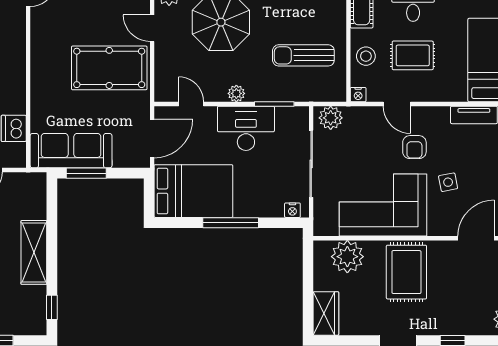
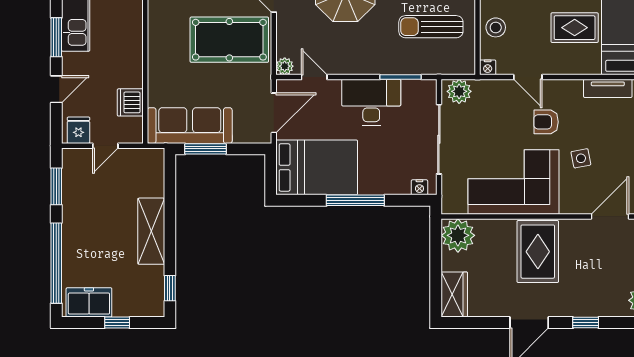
rug: (413, 55) -> (575, 28), moved
plant: (236, 93) -> (285, 66), moved
armchair: (414, 147) -> (546, 122), turned 90
plant: (347, 257) -> (458, 235), moved

